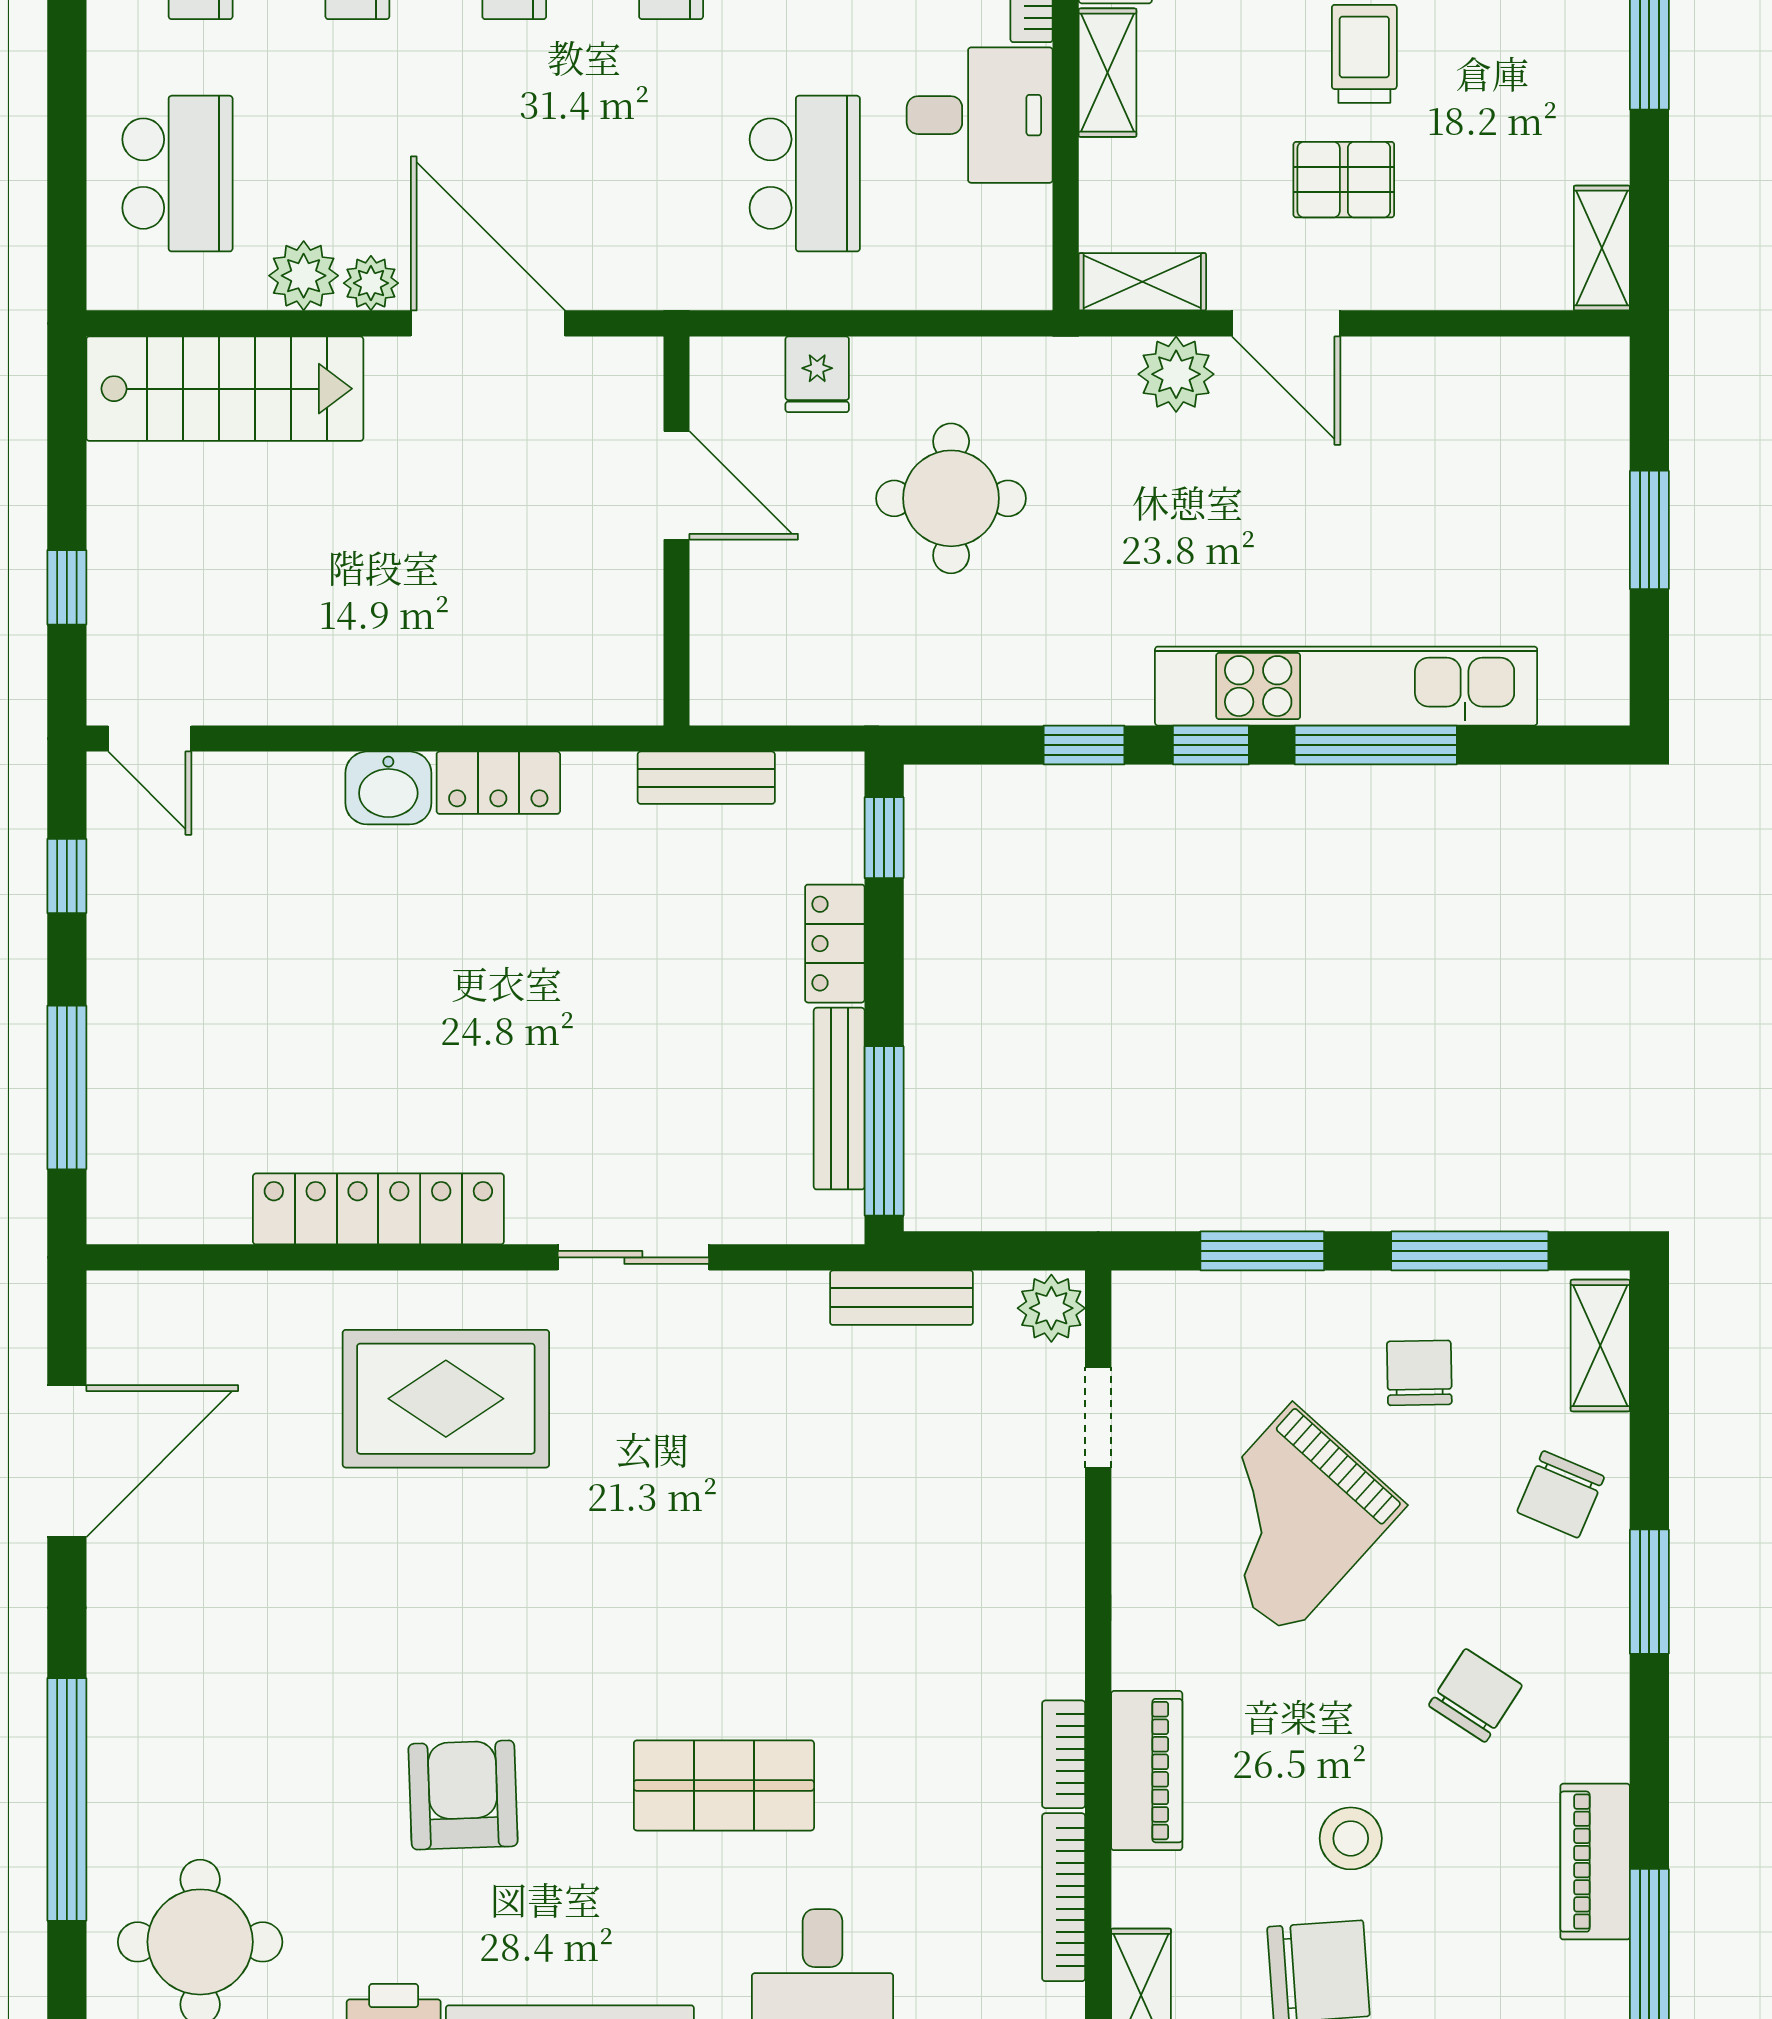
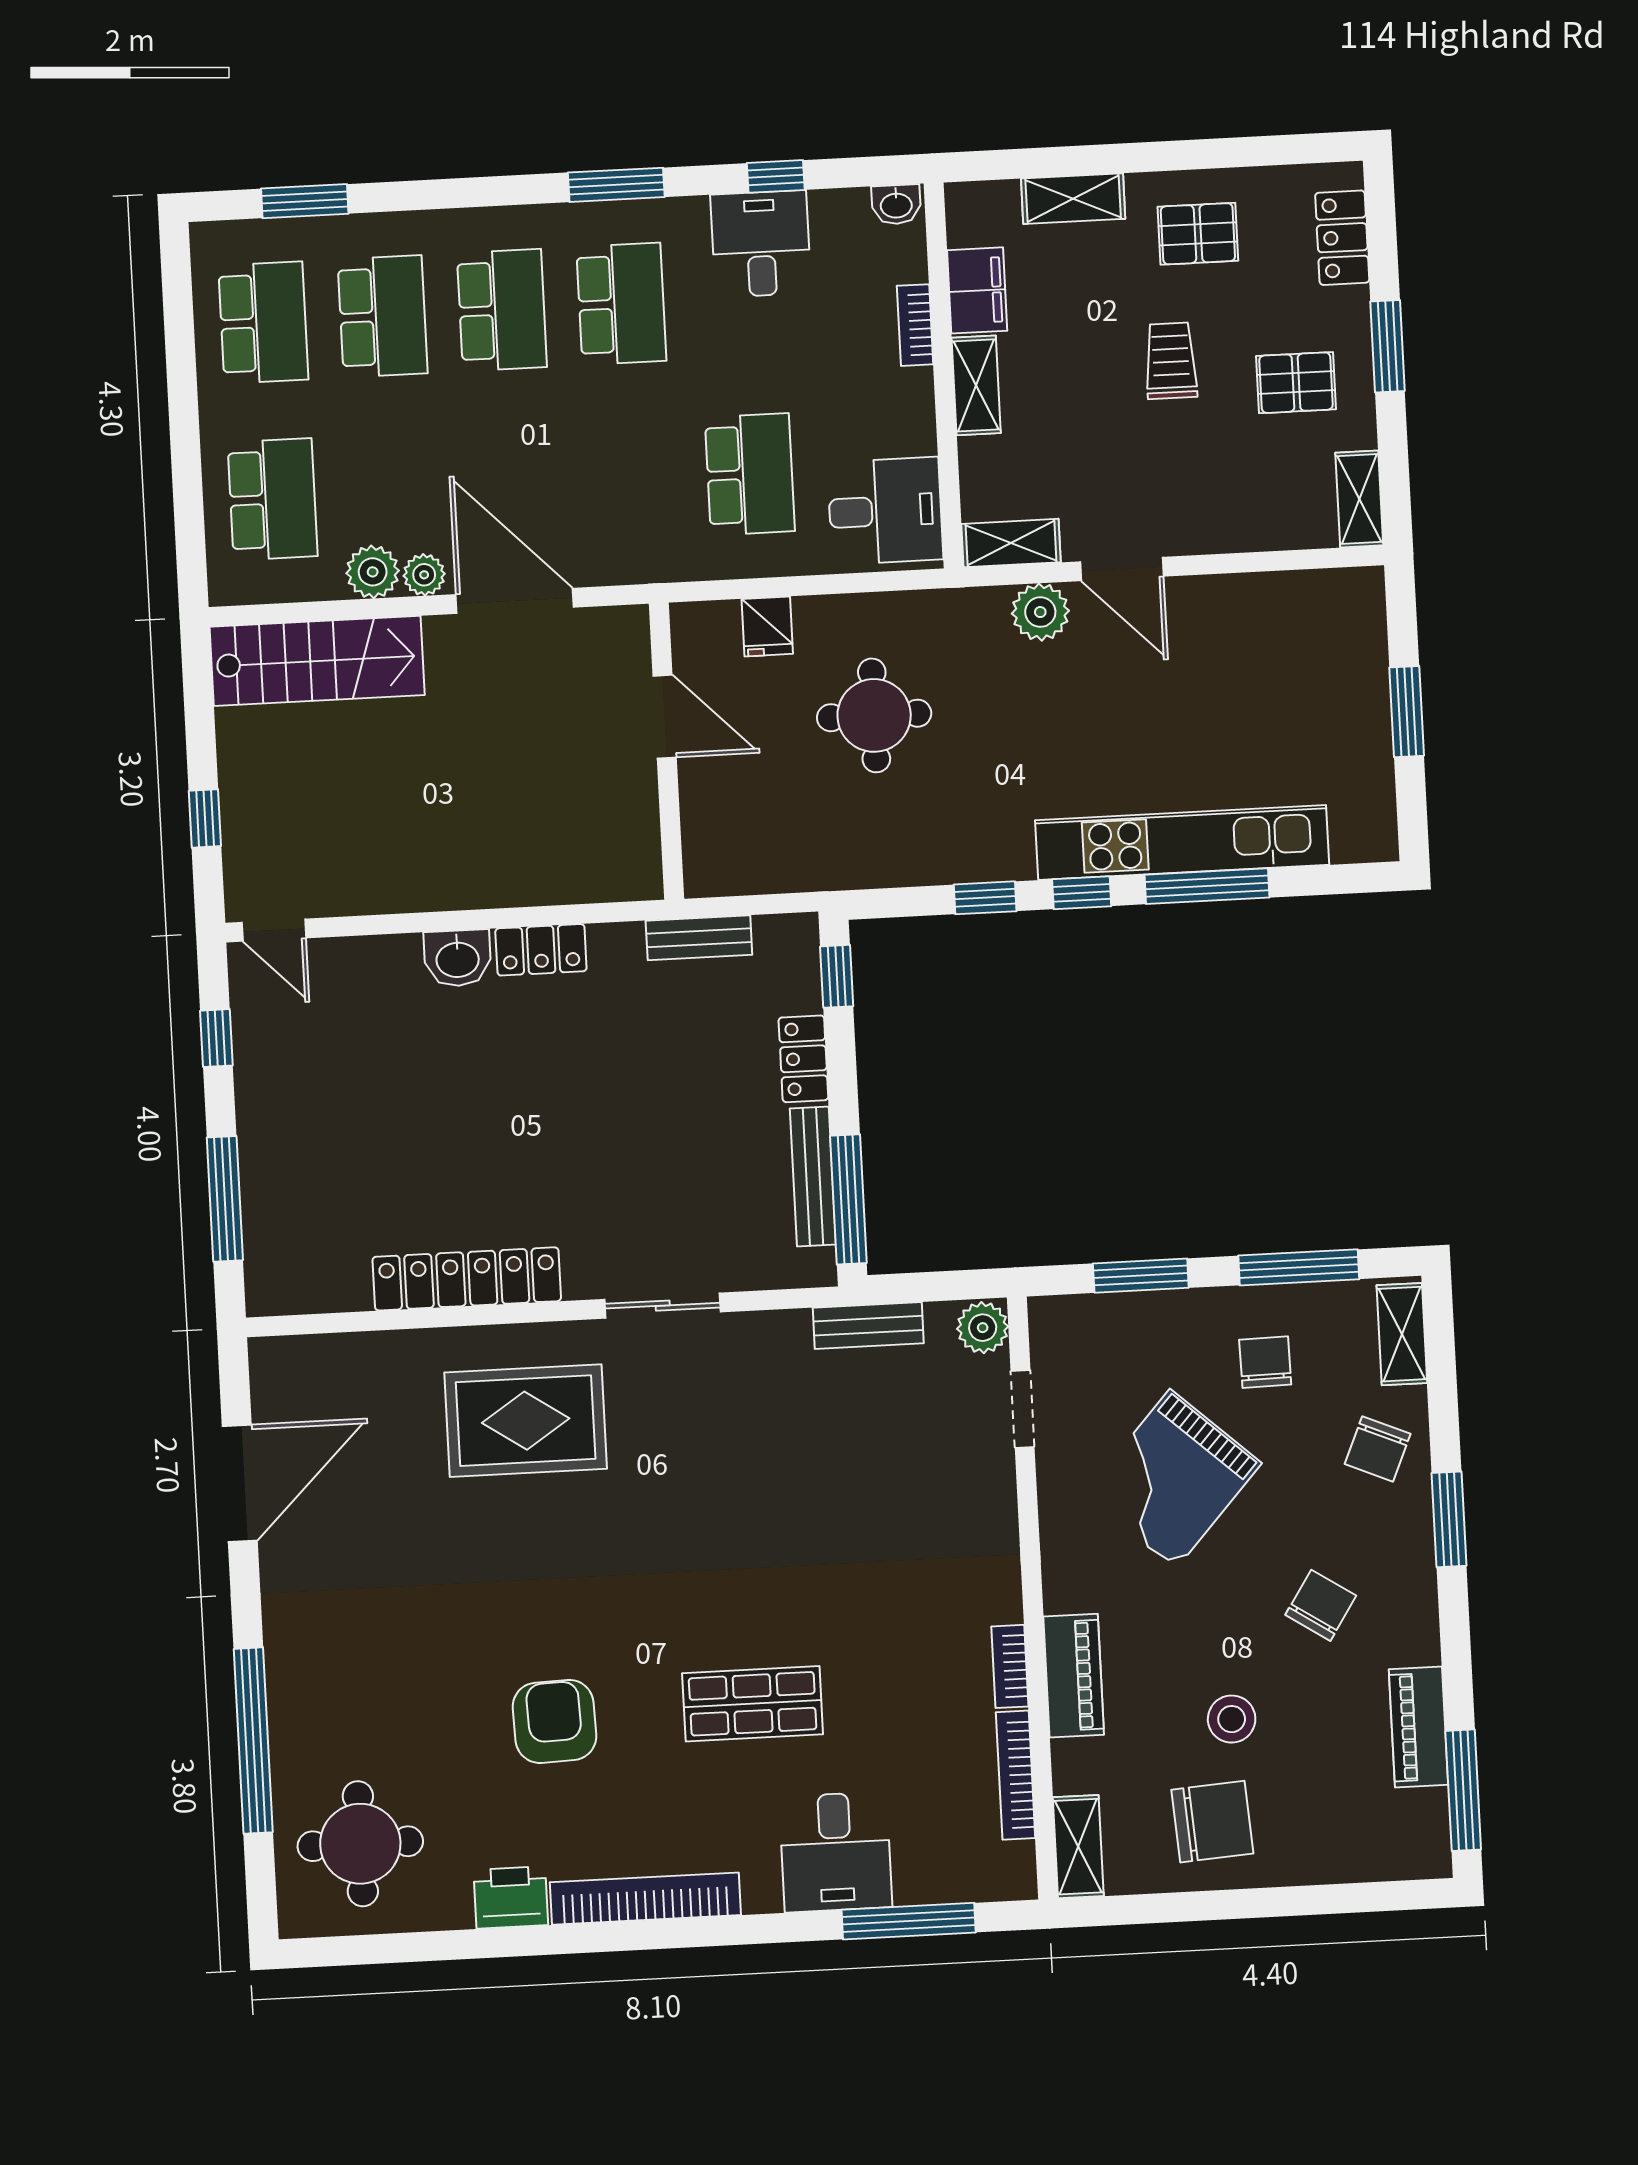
desk: (980, 115) -> (885, 511), moved
pallet: (1344, 180) -> (1296, 383), moved

